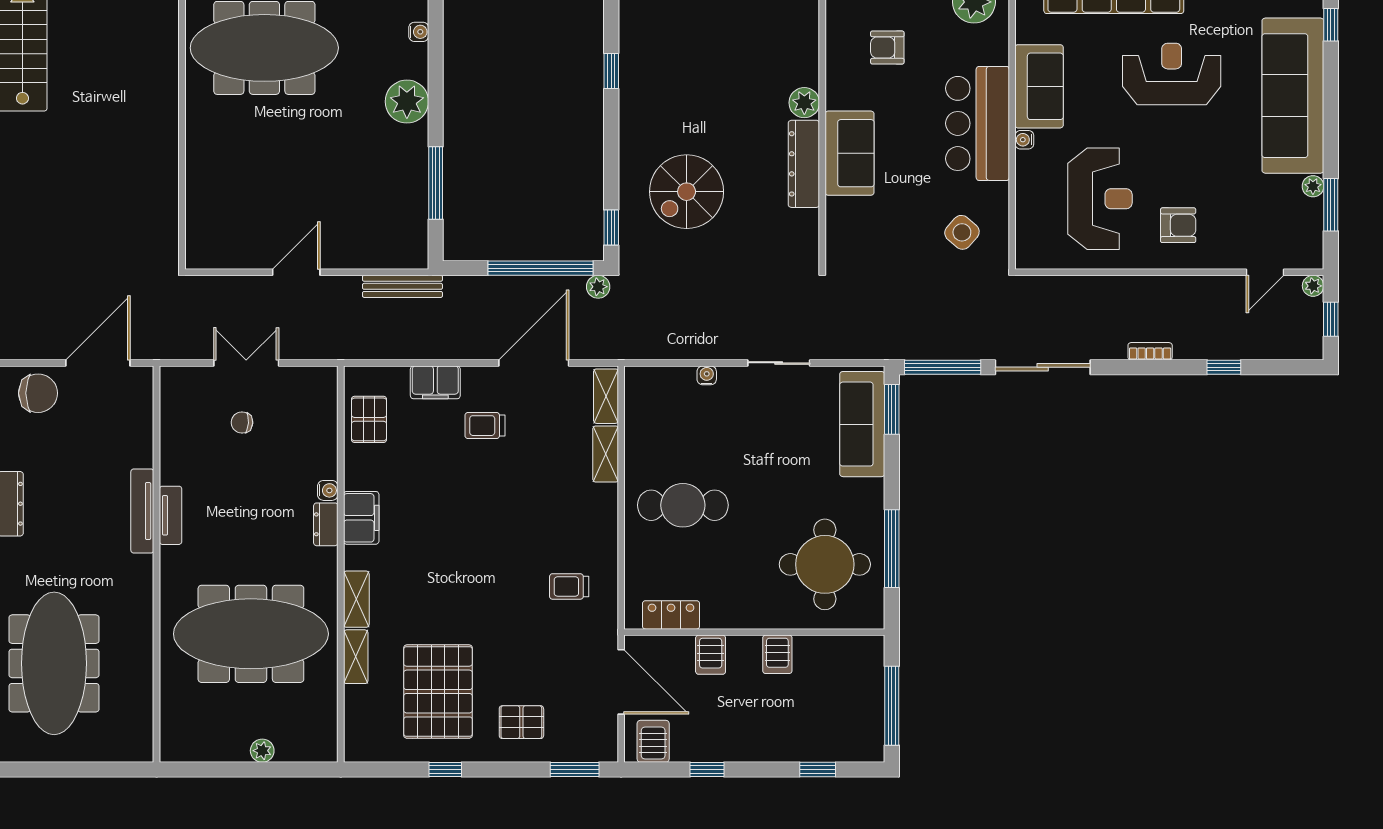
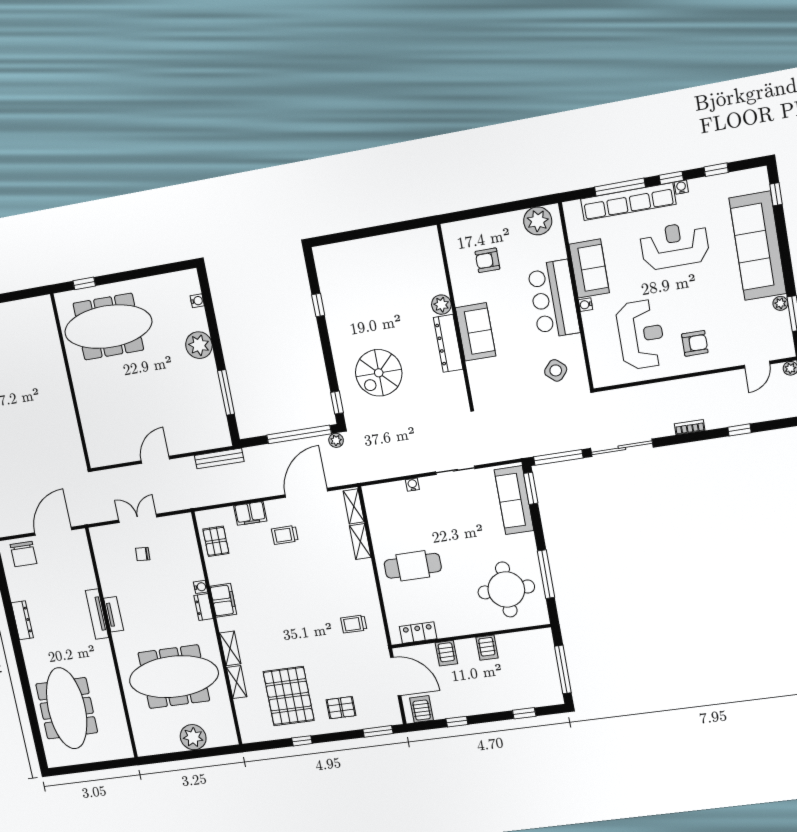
chair: (38, 393) -> (23, 554), turned 90
plant: (262, 751) -> (193, 737), width x1.88, depth x1.88

